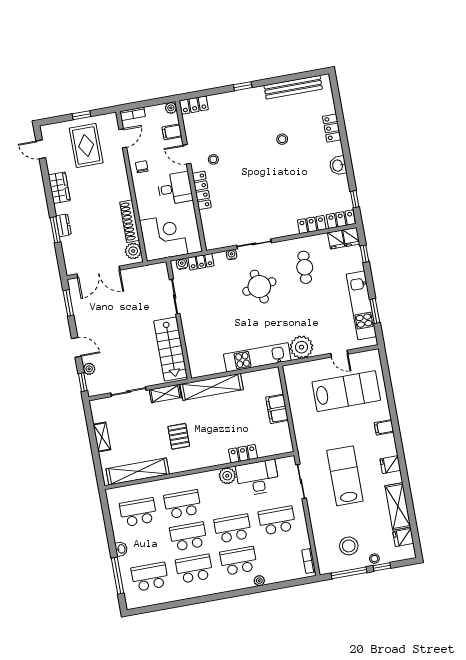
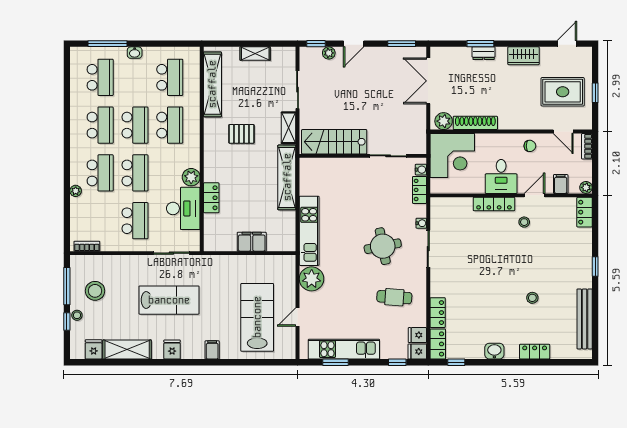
lab bench: (346, 391) -> (257, 317), turned 180

